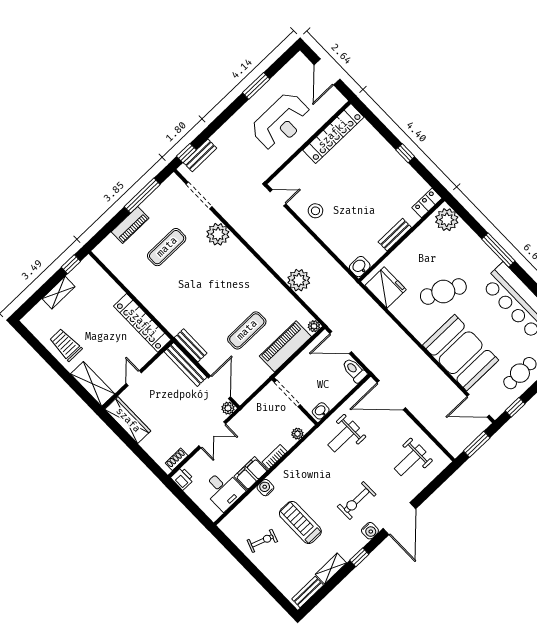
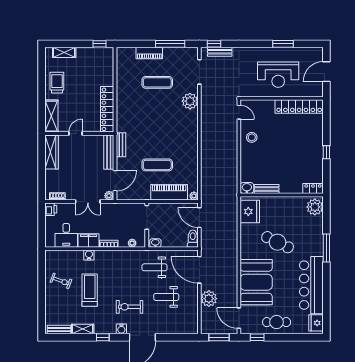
bench: (395, 235) -> (267, 189), moved
plant: (299, 280) -> (209, 299), moved
shelving: (58, 293) -> (64, 52), moved
weight bench: (410, 460) -> (166, 297), moved

